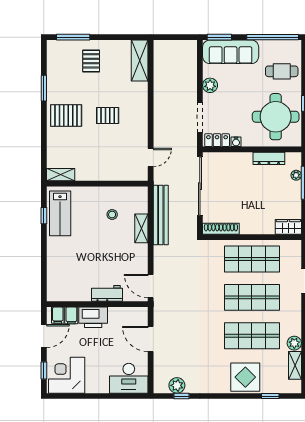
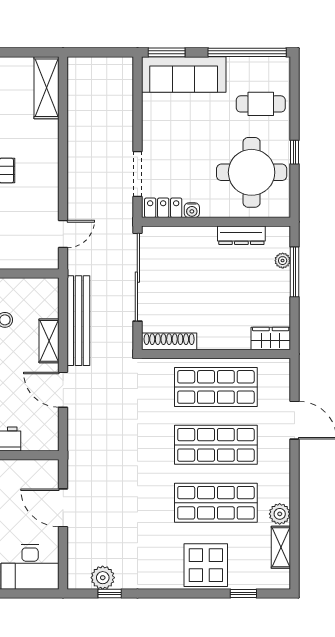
plant: (210, 85) -> (153, 125), removed
door: (151, 286) -> (63, 390), moved

